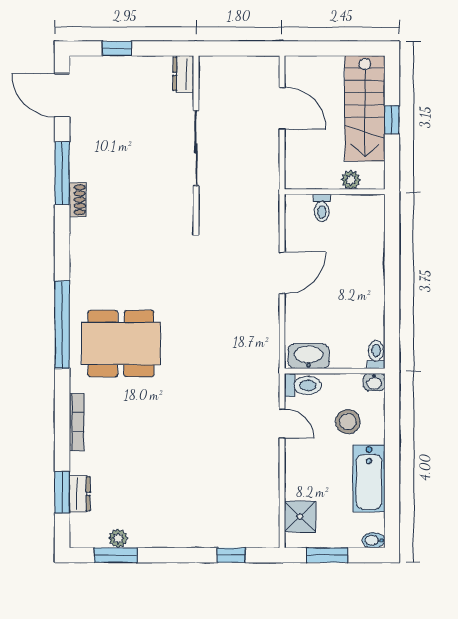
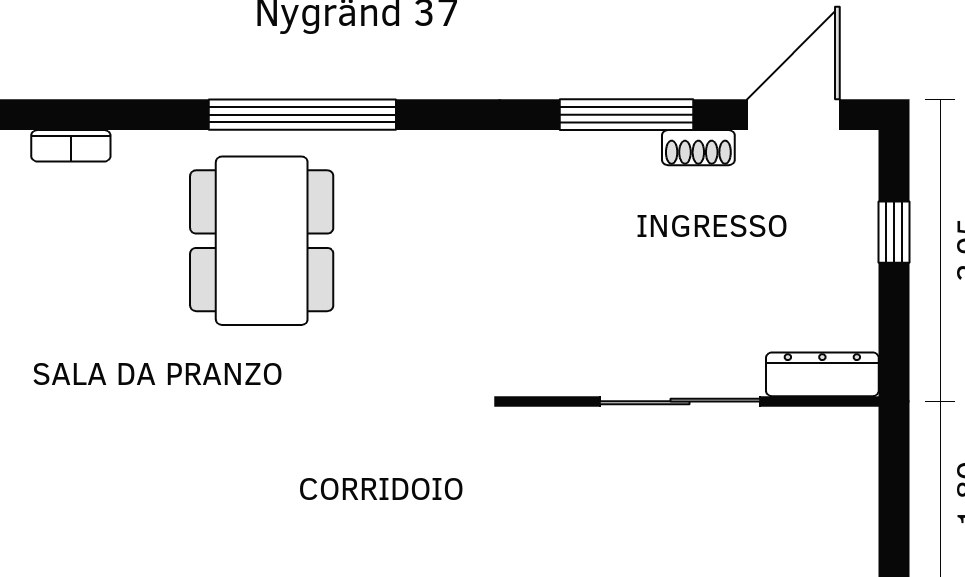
dresser: (183, 74) -> (822, 374), width x1.44
shoe rack: (77, 200) -> (698, 148), moved
bookcase: (77, 422) -> (71, 146), width x0.64

